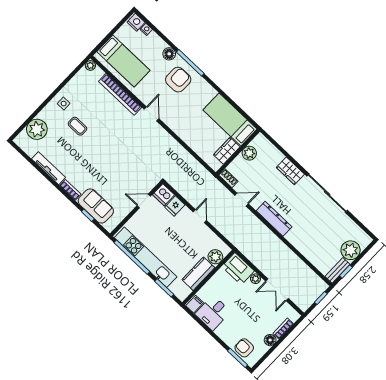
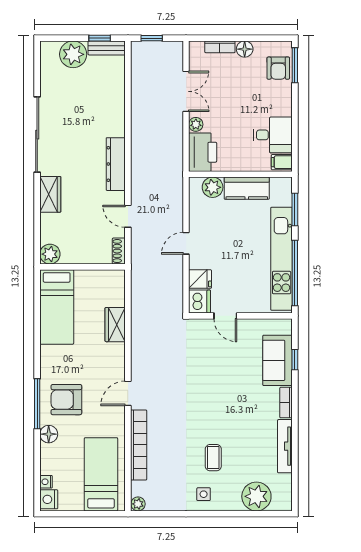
wardrobe: (227, 151) -> (115, 325), moved, turned 90
plant: (249, 153) -> (50, 254), moved

